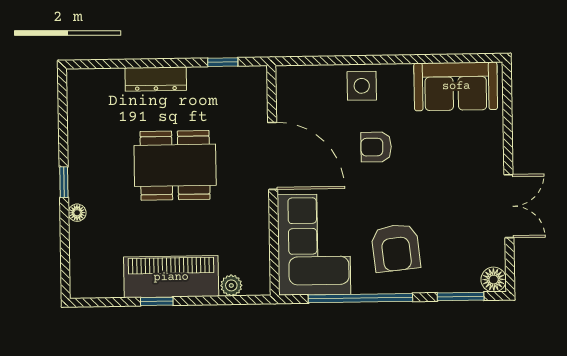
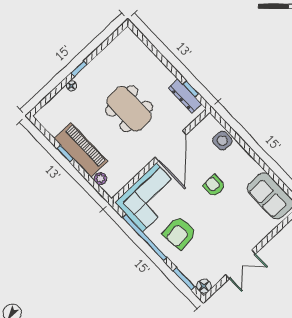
dresser: (156, 79) -> (185, 96), moved
side table: (362, 86) -> (222, 141), moved

